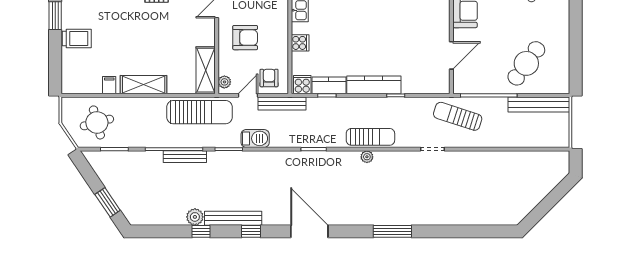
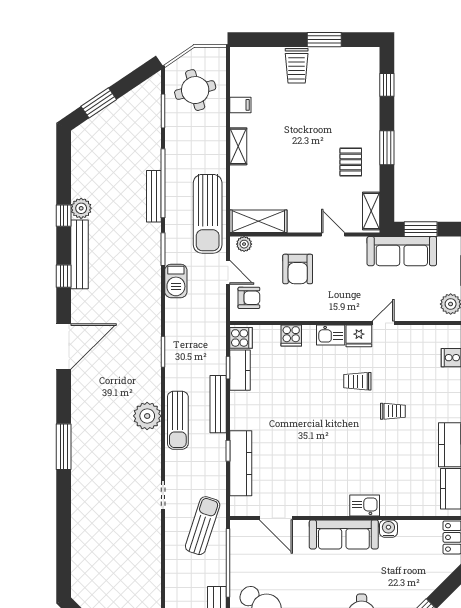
shelving: (144, 85) -> (238, 146), width x0.67, depth x0.75
kitchen counter: (374, 85) -> (241, 463), moved
bench: (282, 103) -> (218, 404), moved
plant: (367, 157) -> (147, 416), width x1.88, depth x1.88

